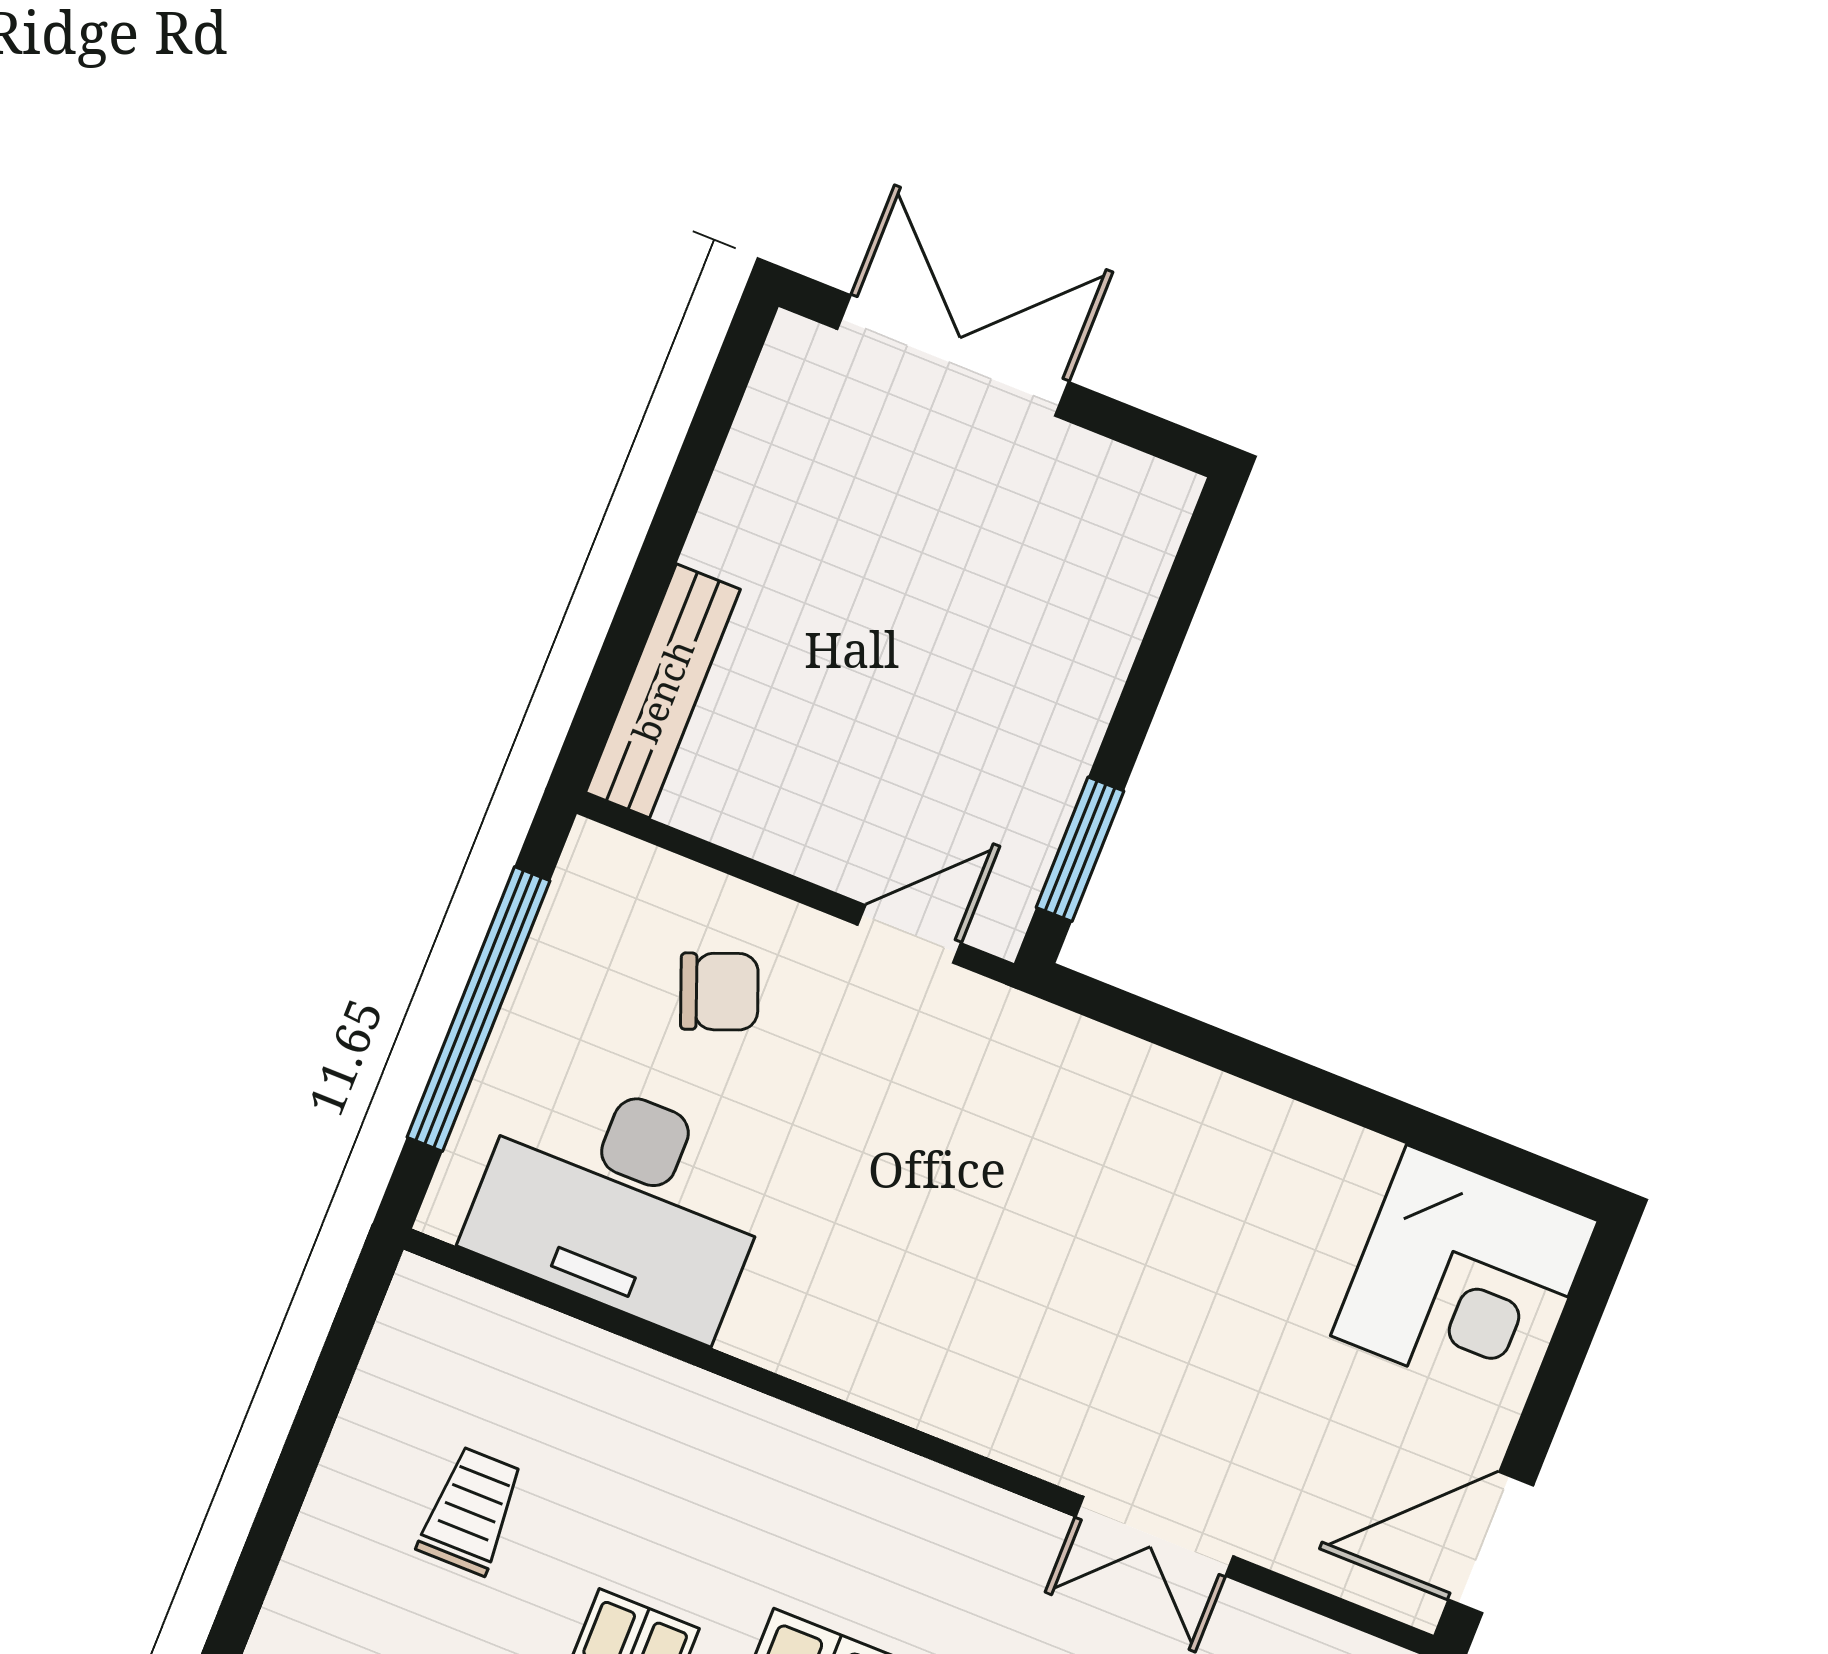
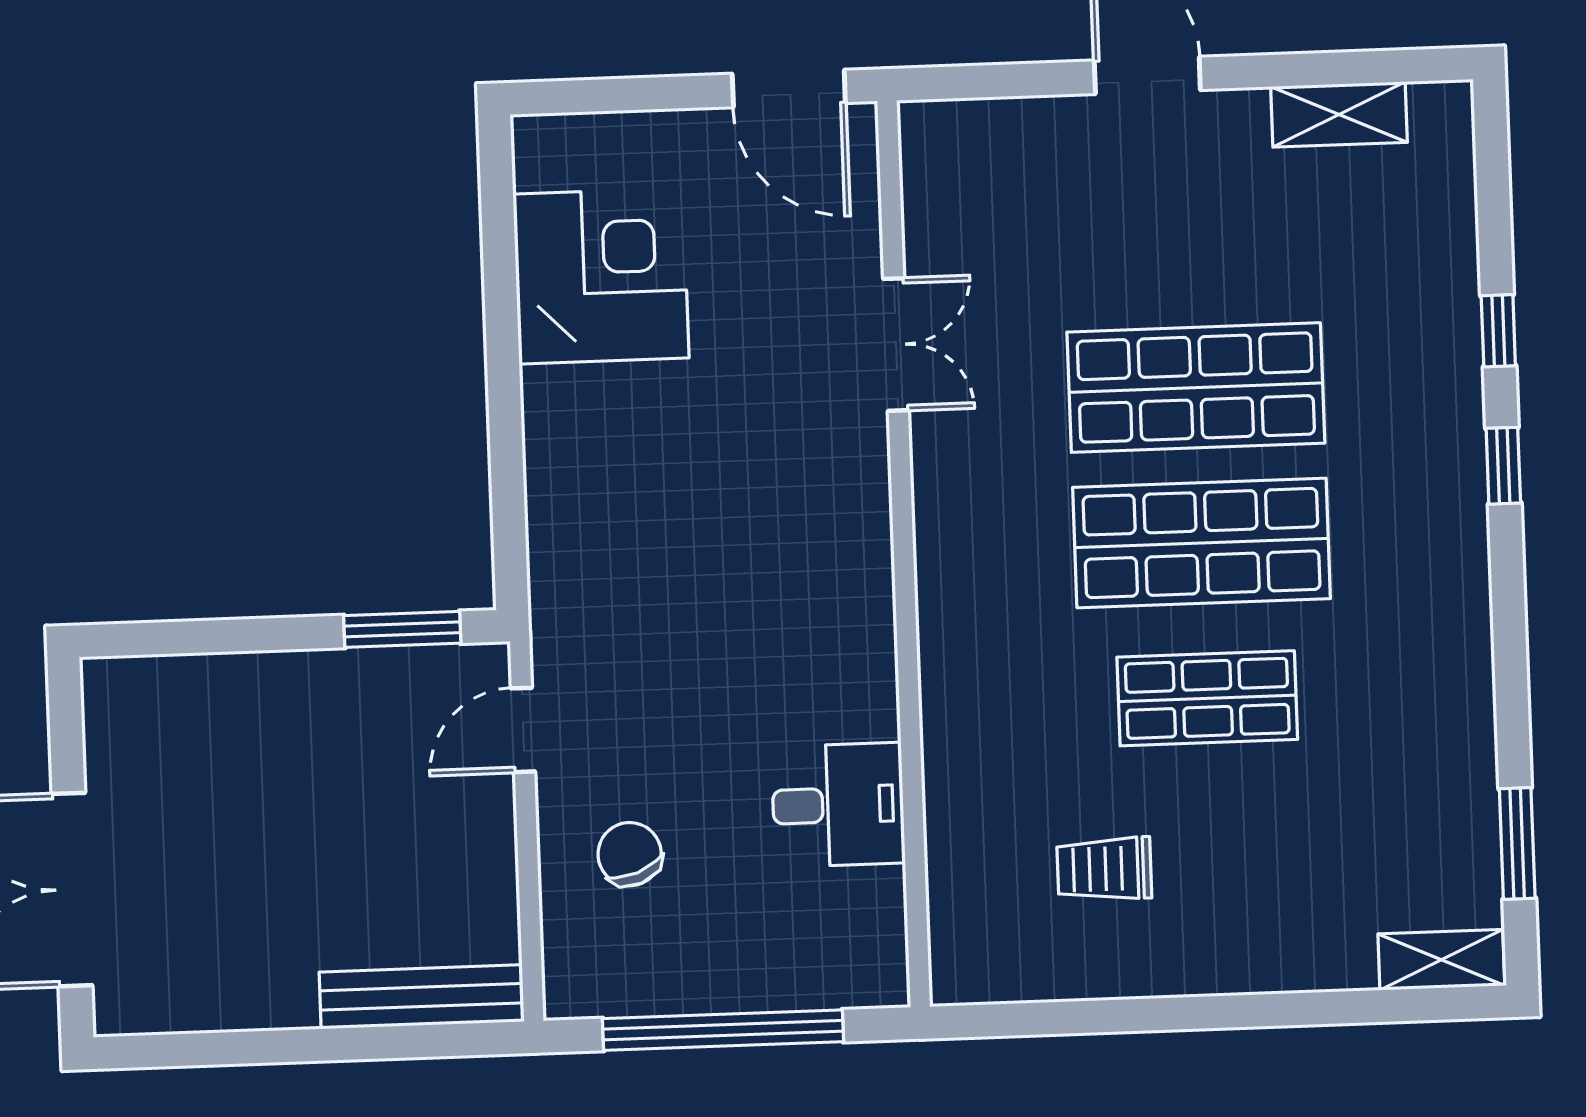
door: (909, 934) -> (523, 730), hinge flipped
desk: (621, 1201) -> (838, 805), width x0.53, depth x0.77
corner desk: (1464, 1278) -> (601, 276), moved

